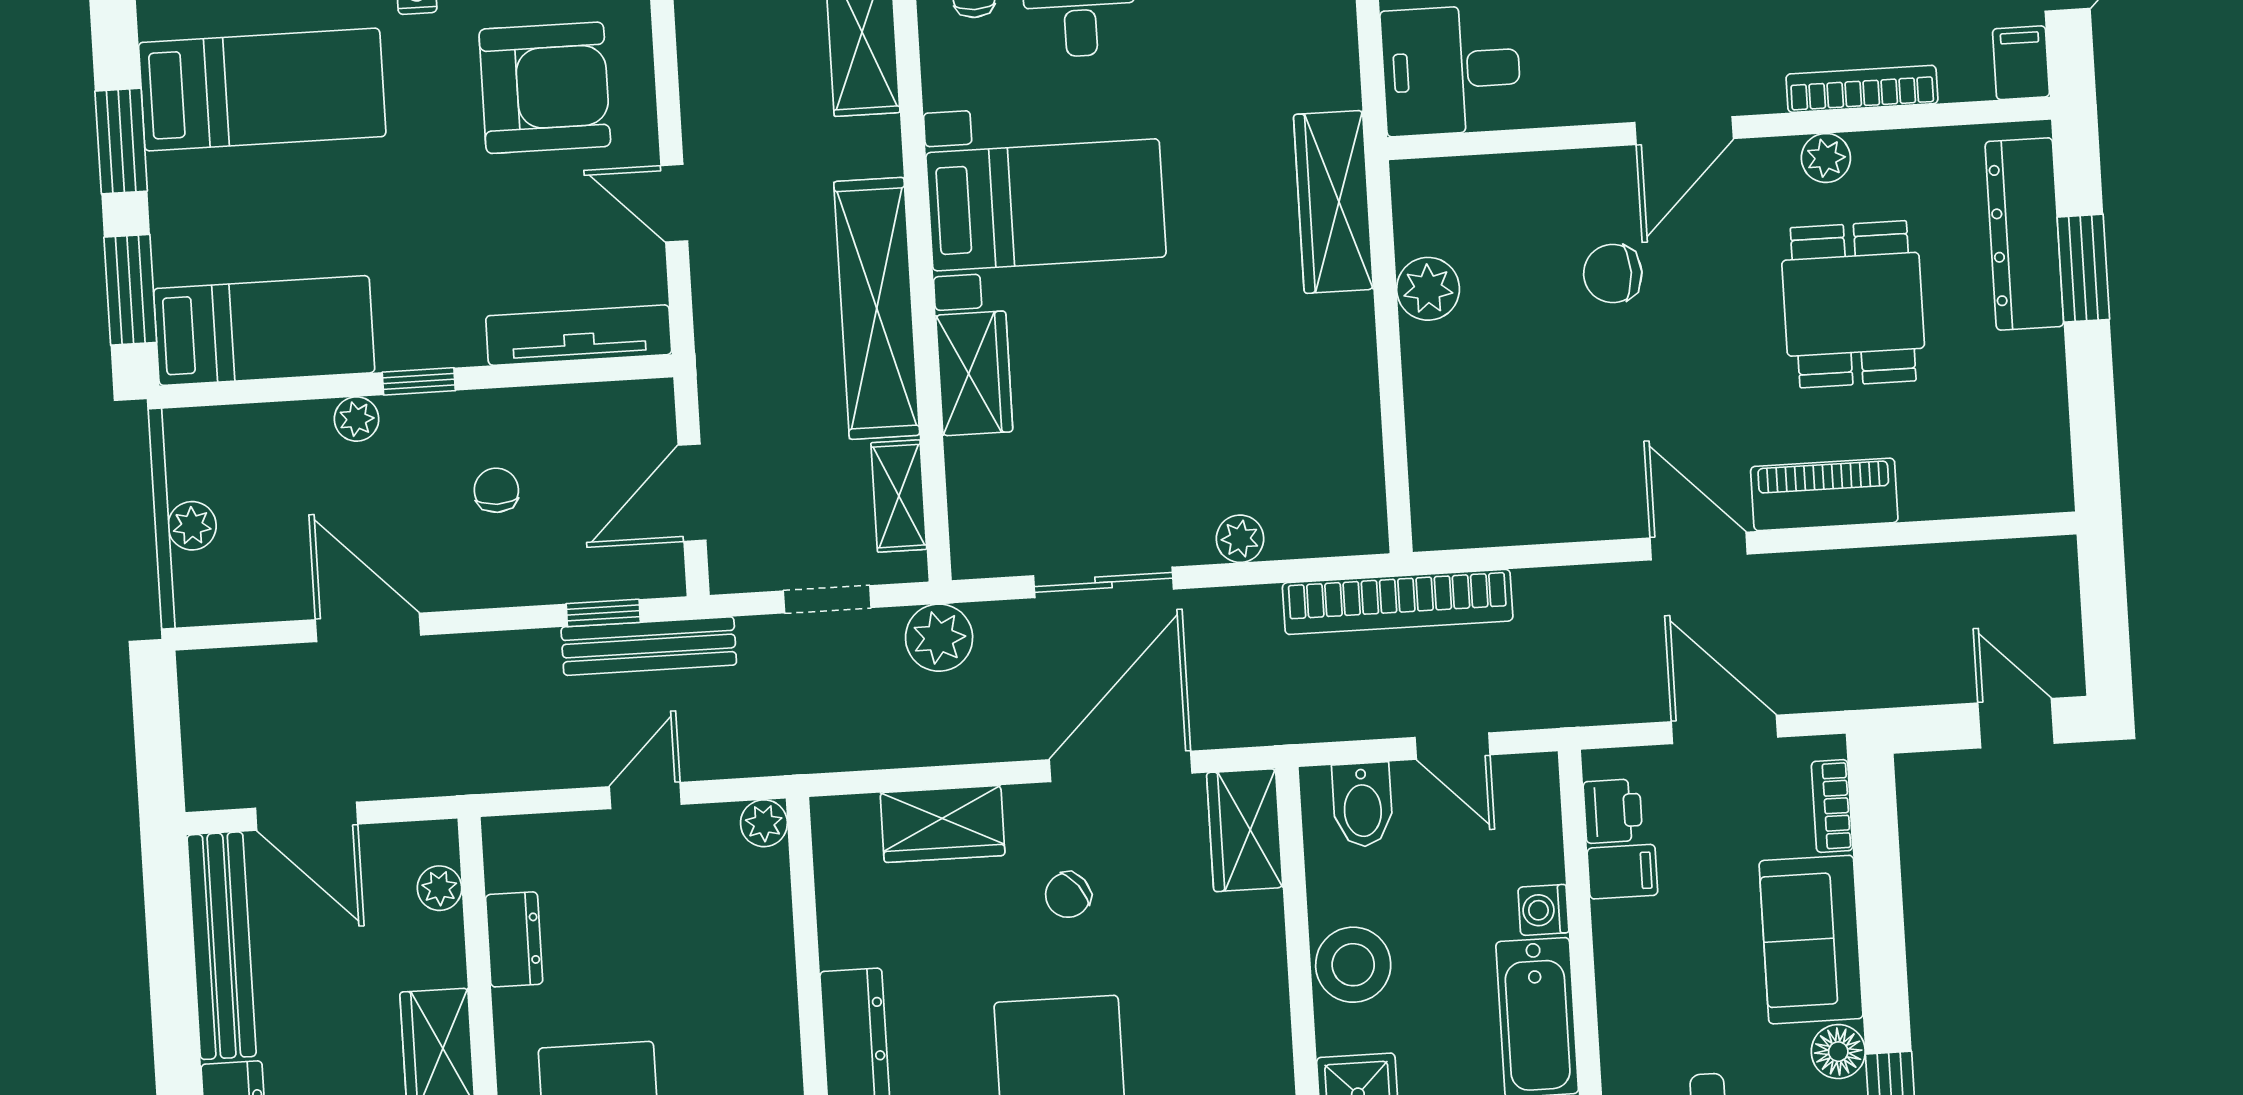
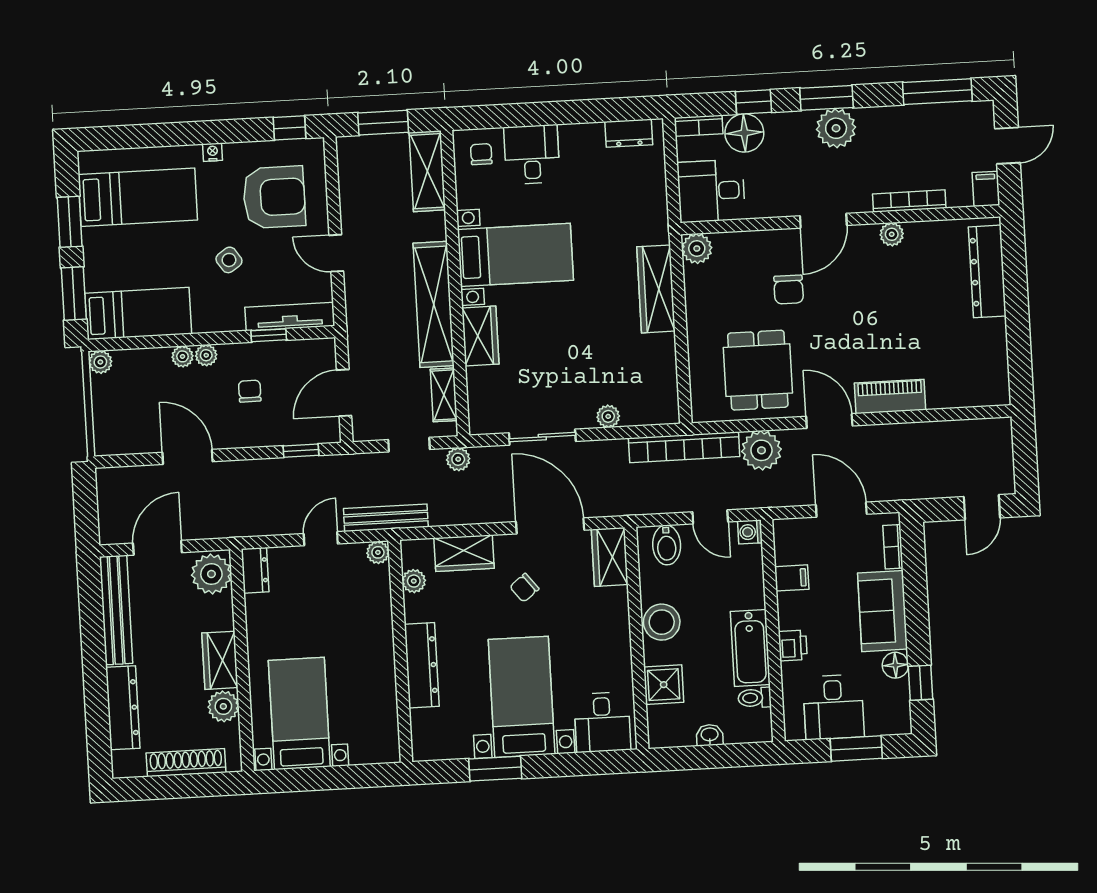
wardrobe: (1333, 202) -> (656, 289), moved
side table: (452, 218) -> (229, 260), added
window: (2083, 268) -> (1016, 288), removed
chair: (1613, 274) -> (789, 289), turned -90
plant: (1428, 289) -> (697, 249), moved
dining table: (1853, 304) -> (758, 370), moved
window: (419, 381) -> (269, 335), moved
plant: (406, 416) -> (206, 355), added
plant: (192, 526) -> (100, 362), moved
plant: (1558, 608) -> (761, 450), added
plant: (939, 638) -> (458, 459), width x0.73, depth x0.73
bench: (649, 646) -> (386, 518), moved
door: (2016, 723) -> (982, 507), swing flipped
door: (1121, 766) -> (550, 526), hinge flipped
printer: (1613, 811) -> (793, 646), moved
door: (307, 816) -> (157, 548), swing flipped
plant: (839, 882) -> (414, 581), added
plant: (439, 888) -> (211, 574), width x1.88, depth x1.88
washing machine: (1543, 910) -> (750, 532), moved
dresser: (514, 939) -> (255, 570), moved

